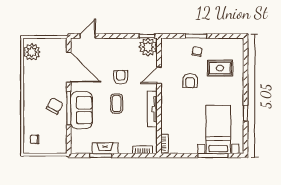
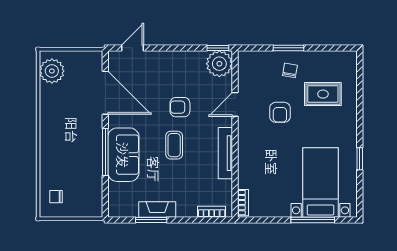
armchair: (121, 77) -> (180, 107), turned -90
chair: (55, 106) -> (85, 148), removed

